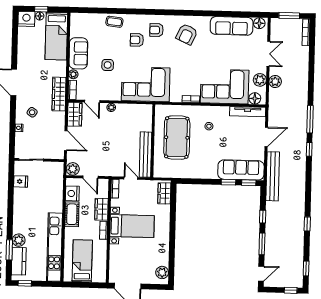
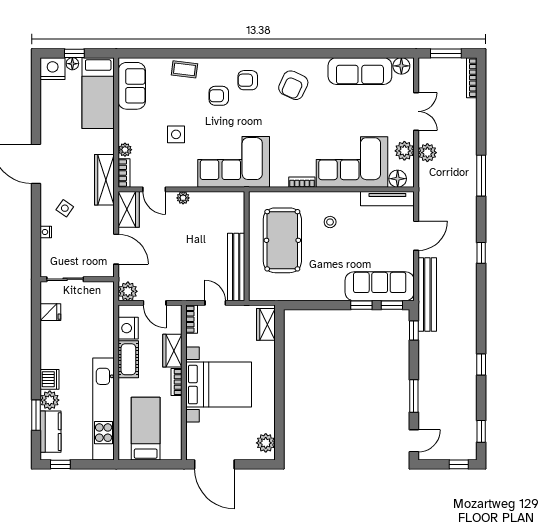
sofa: (78, 53) -> (132, 86), moved
window: (310, 119) -> (481, 176), moved
window: (263, 217) -> (414, 330), moved
dishwasher: (19, 226) -> (50, 379), added
bed with nightstands: (132, 226) -> (219, 385), width x1.36

